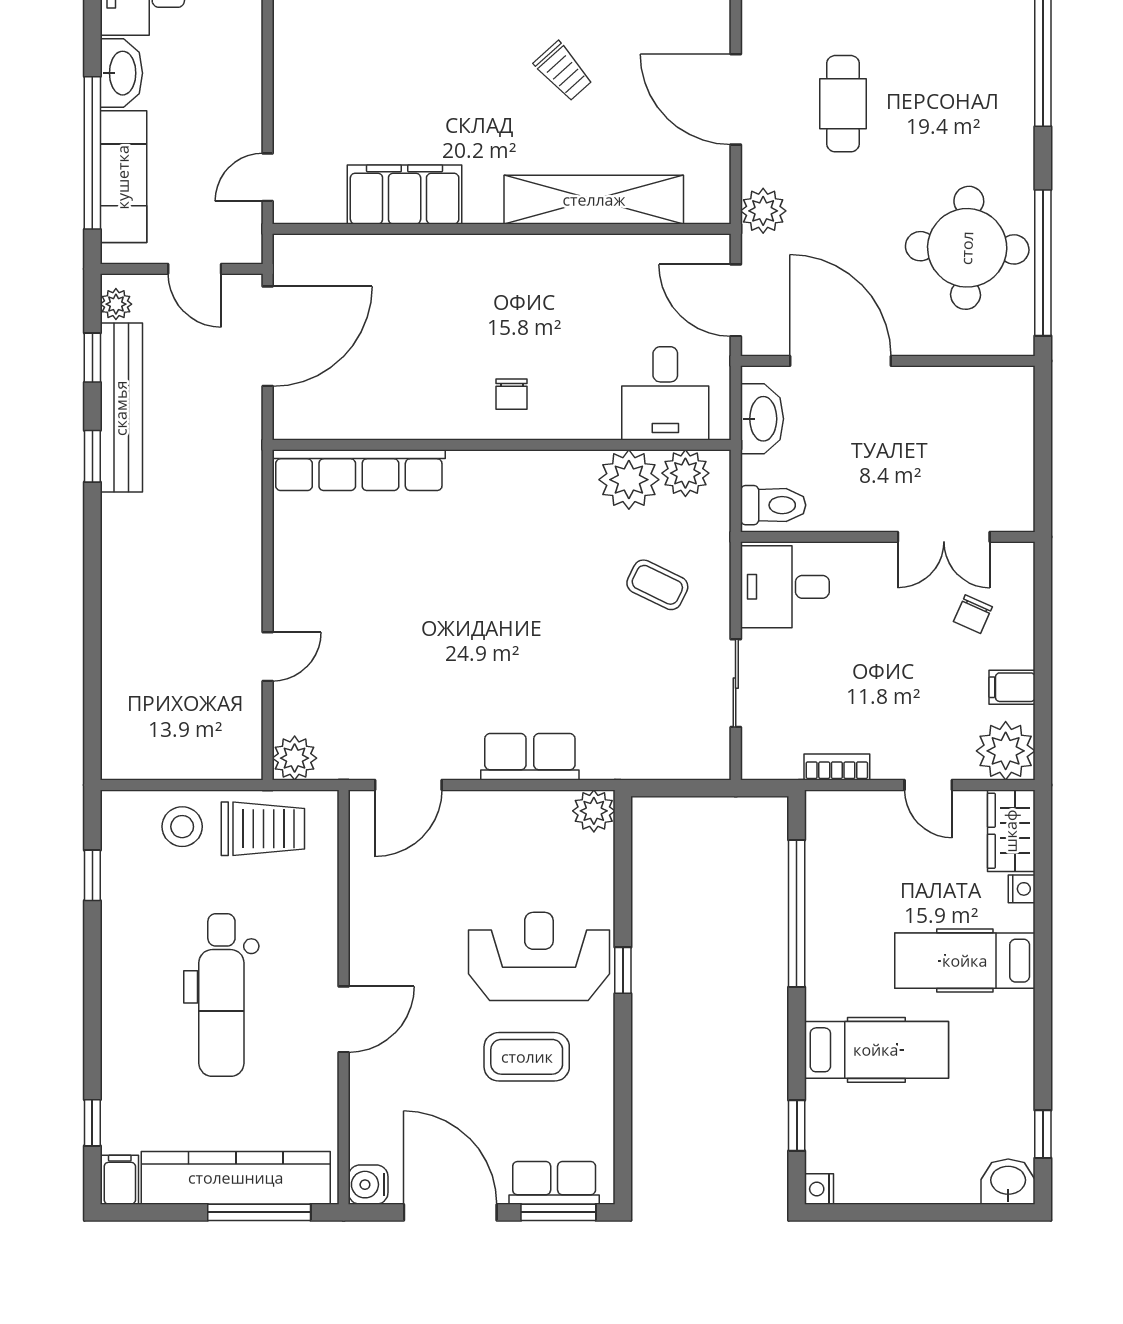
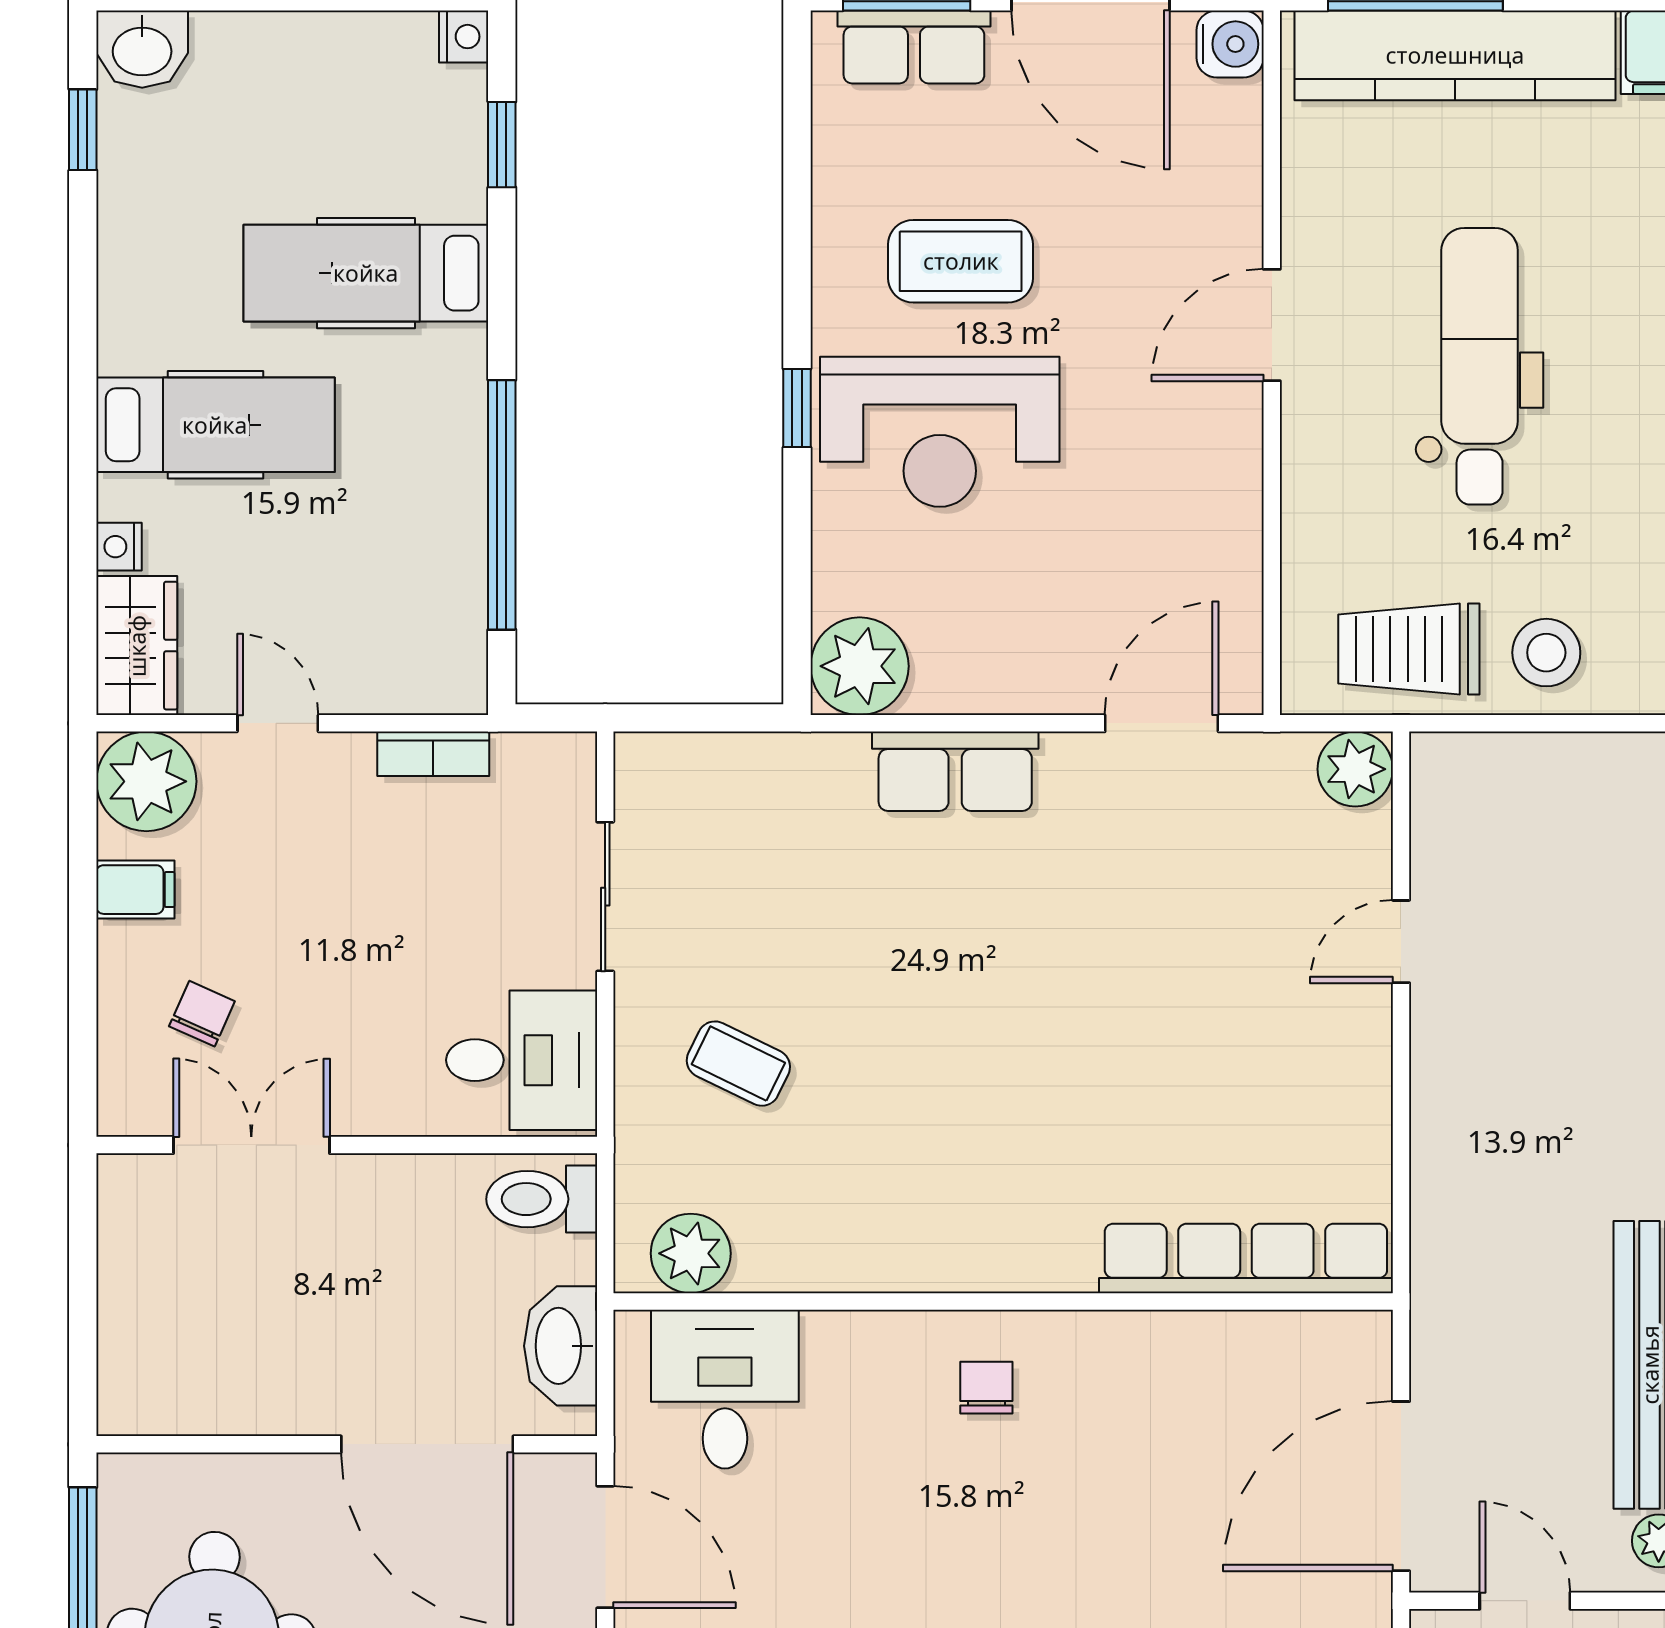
plant: (629, 480) -> (787, 1242), removed
plant: (594, 811) -> (860, 666), width x1.36, depth x1.36

